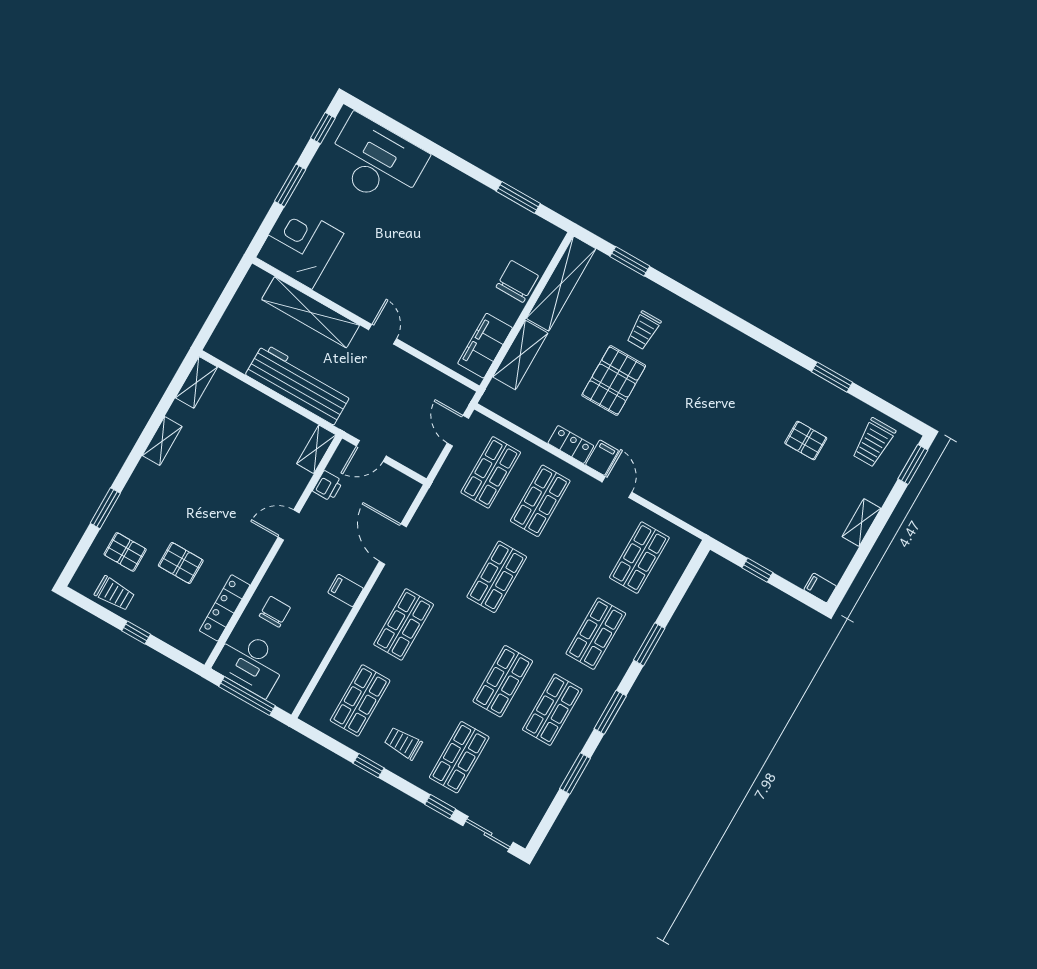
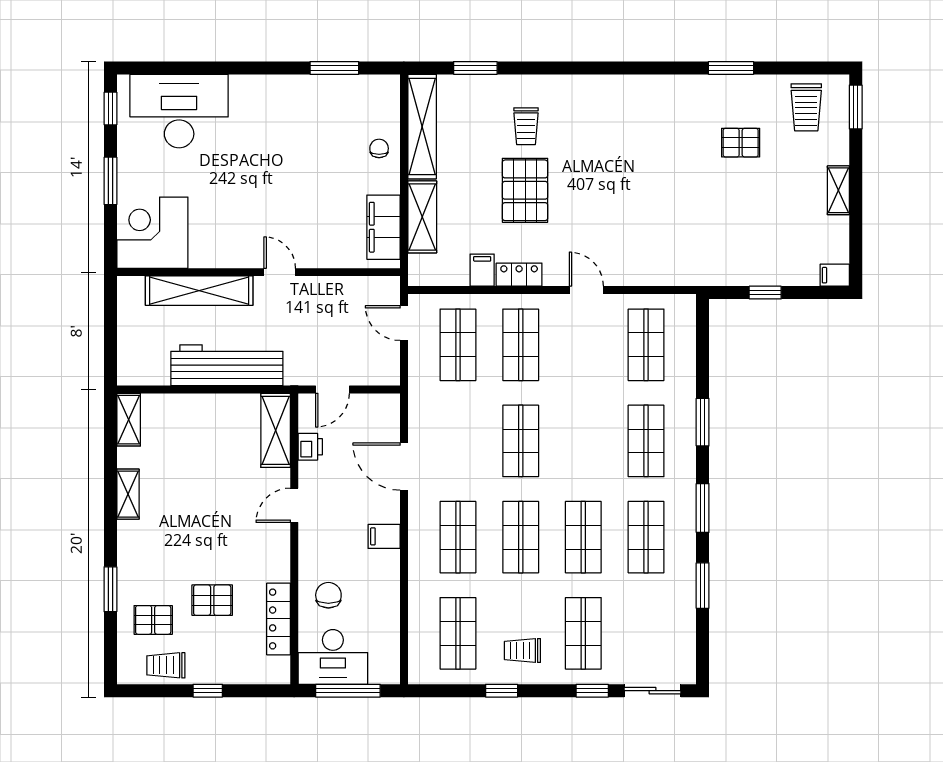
chair: (517, 281) -> (379, 148), width x0.54, depth x0.54
shelving: (316, 449) -> (276, 430), width x1.50, depth x1.33
filing cabinet: (602, 458) -> (482, 270), moved
trolley: (115, 594) -> (166, 665), turned 180
shop shelf: (453, 653) -> (521, 537), added

